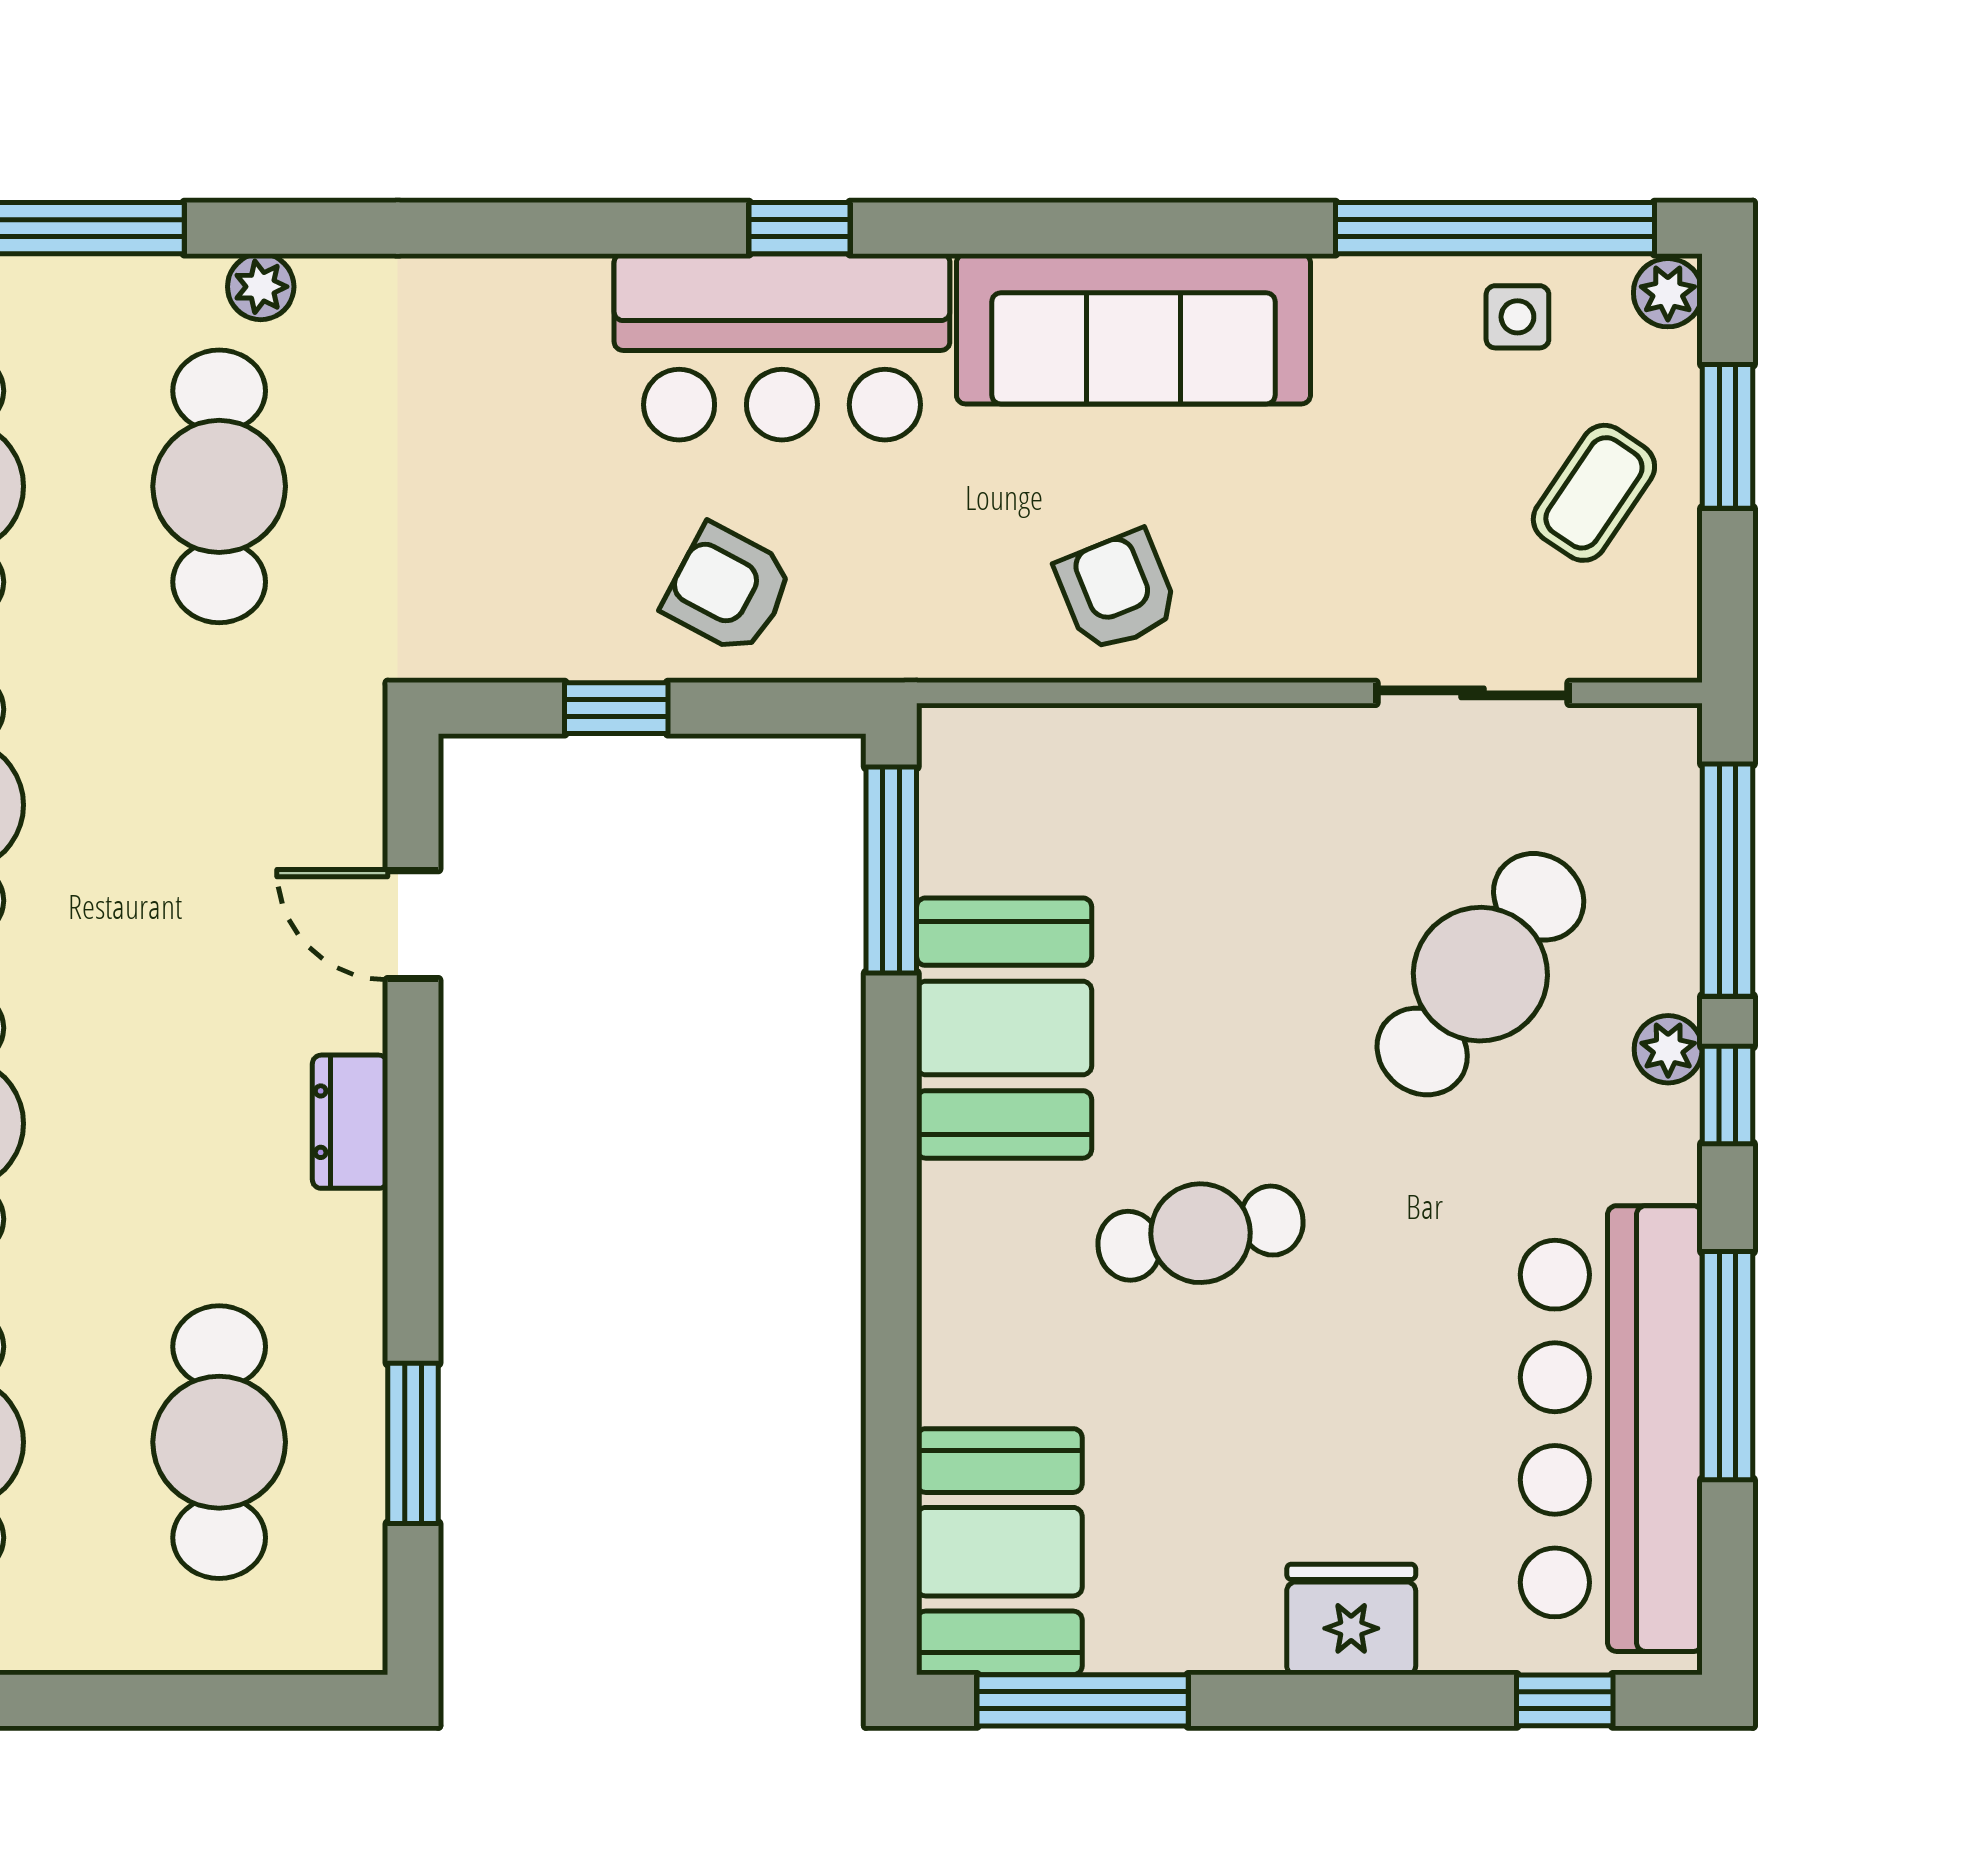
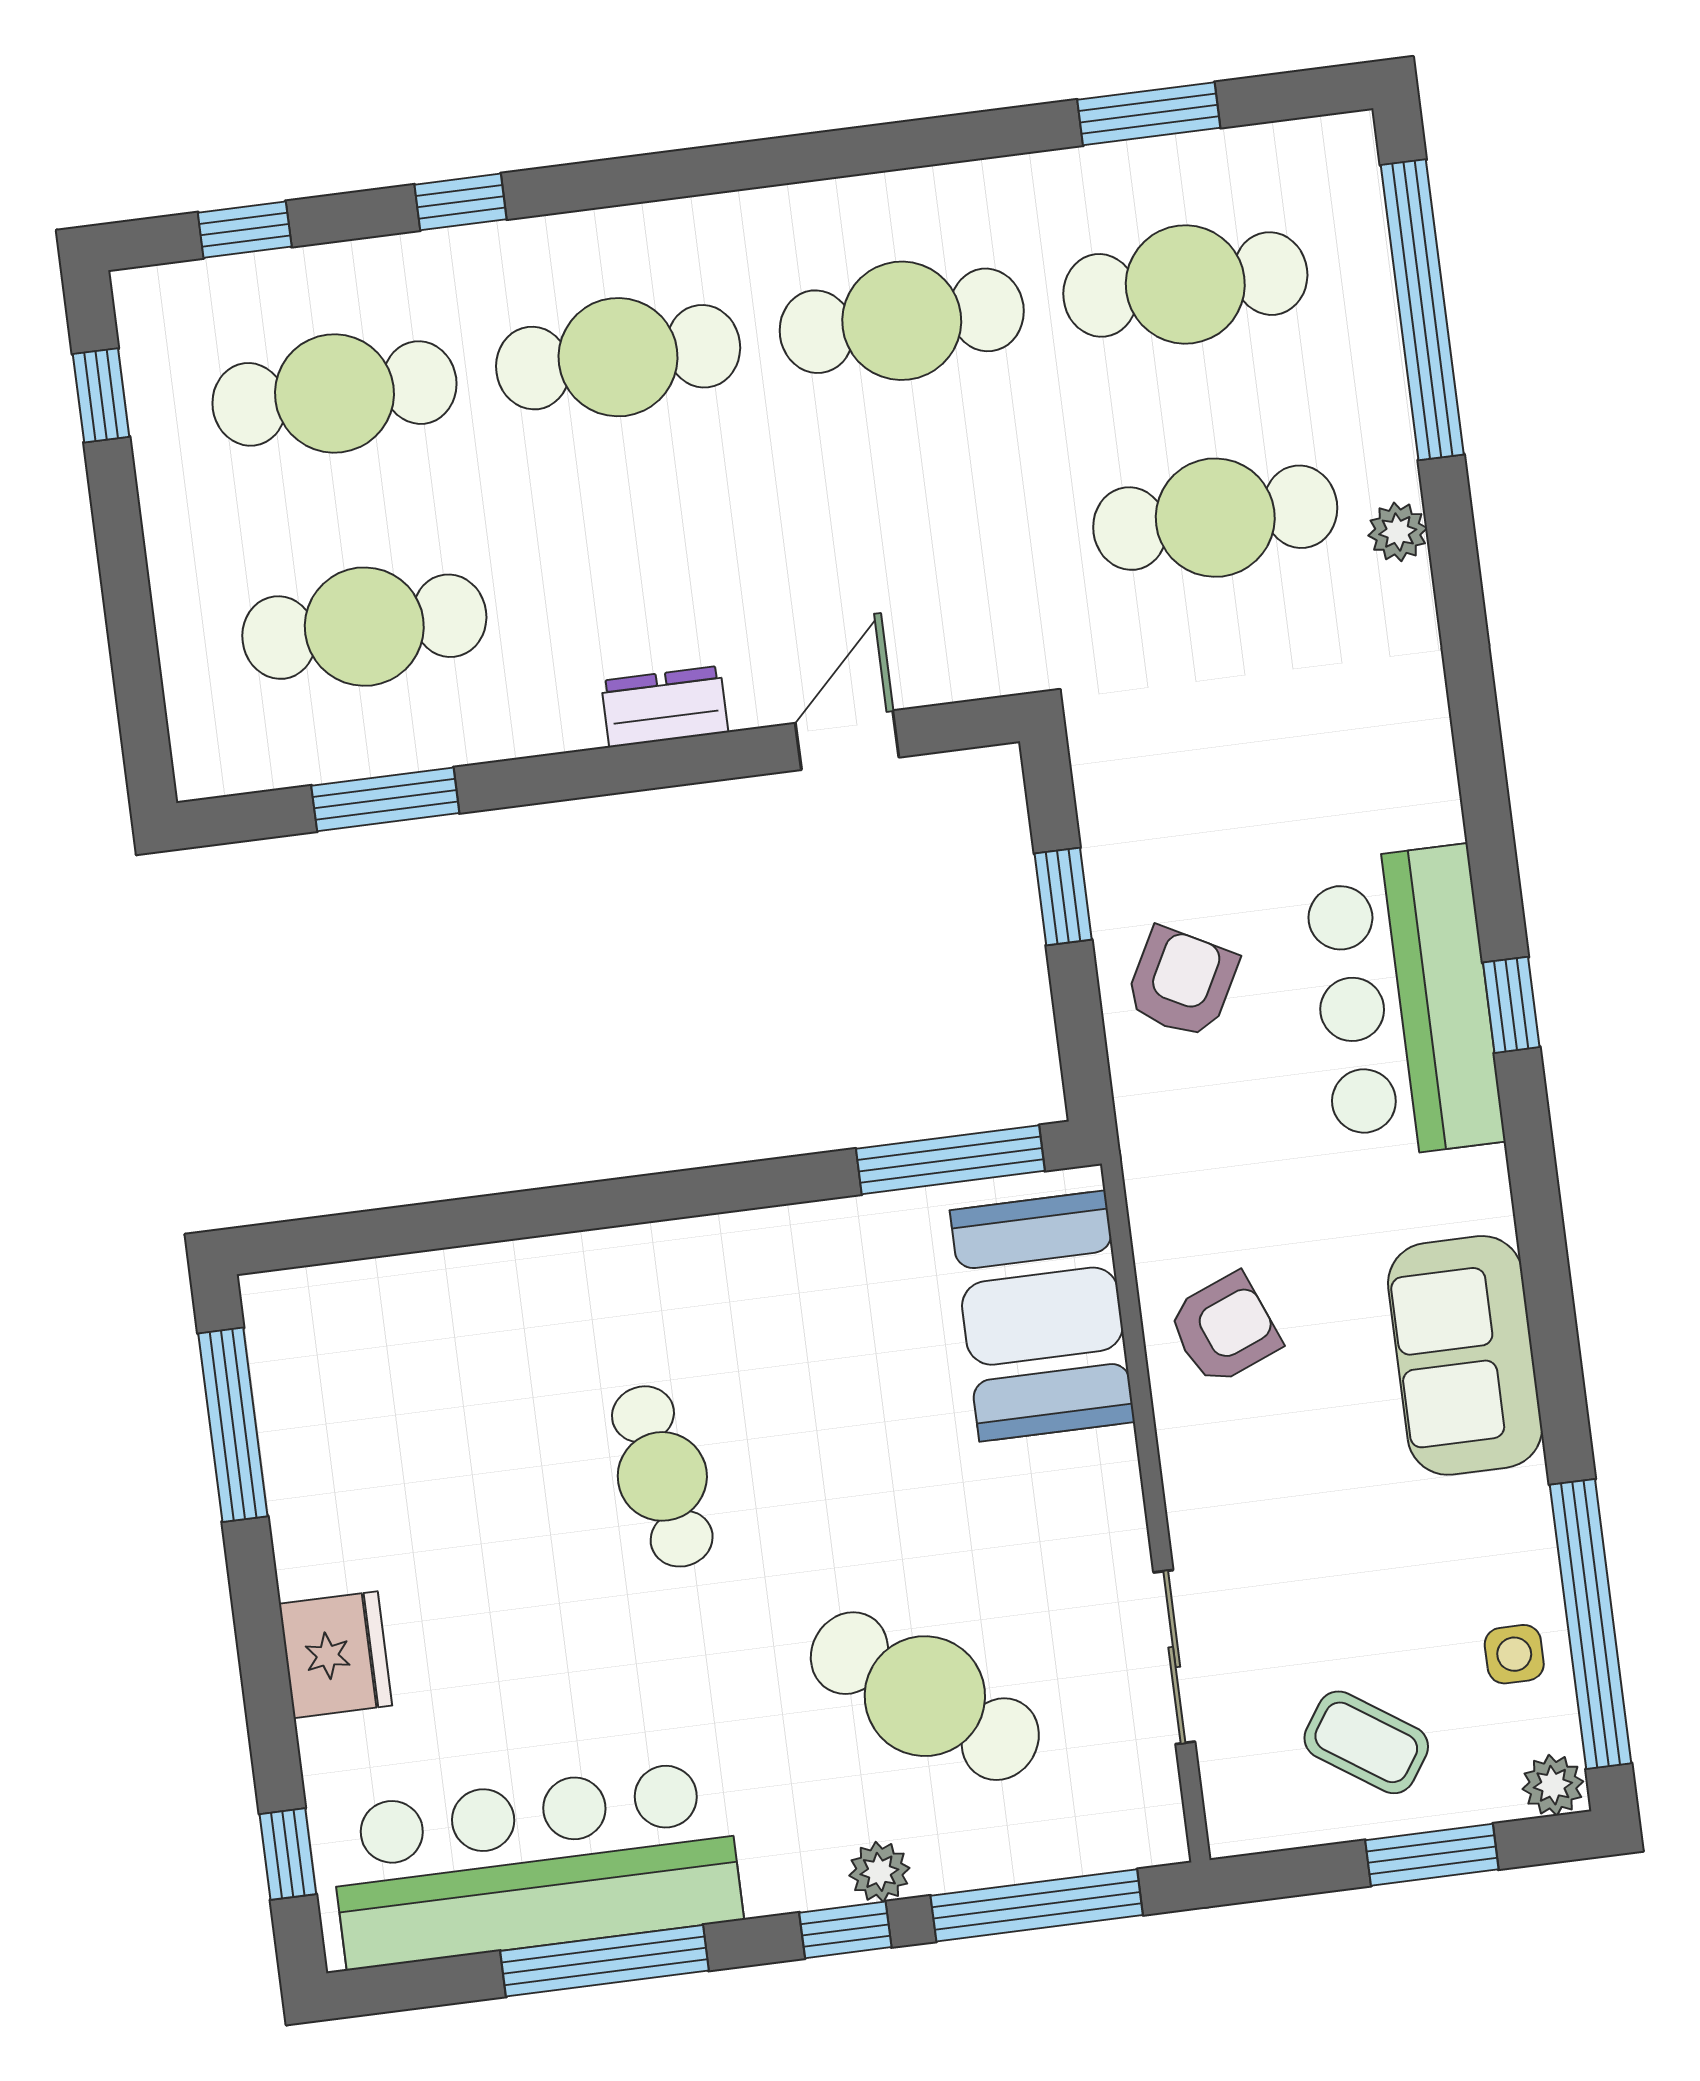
sofa: (1133, 329) -> (1465, 1355), width x0.73
booth: (1004, 1028) -> (1042, 1316), moved, turned 90
booth: (999, 1552) -> (356, 1334), removed

